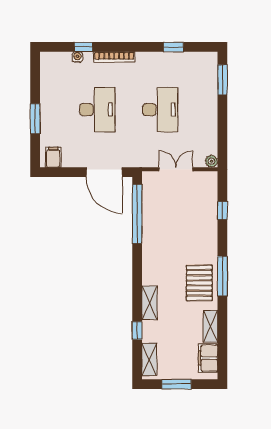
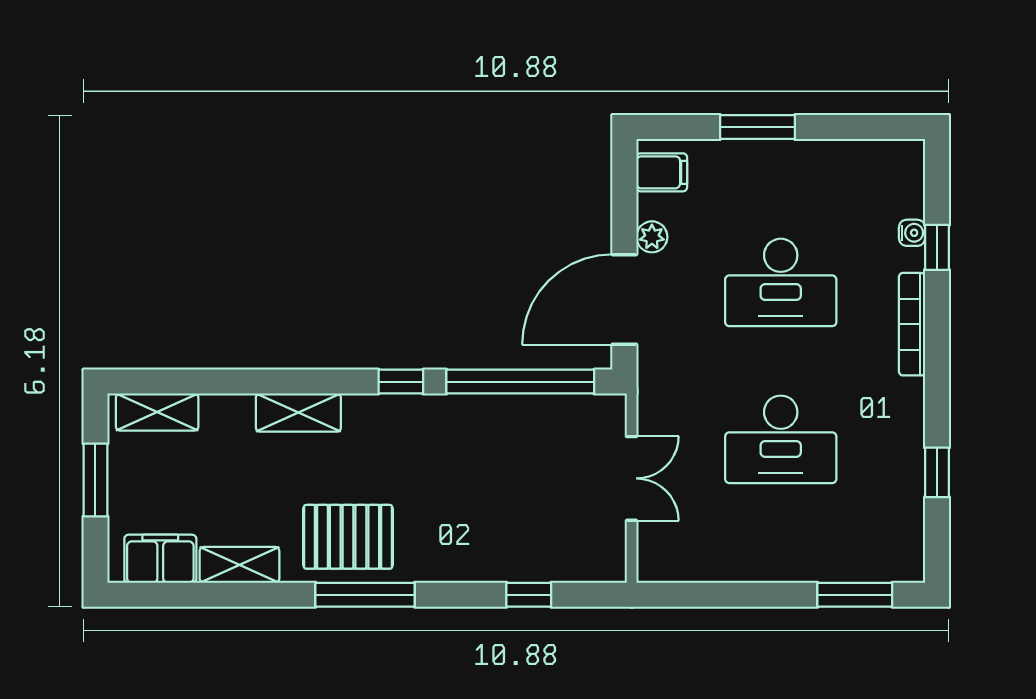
plant: (211, 161) -> (652, 237), moved
window: (137, 330) -> (401, 382), moved

